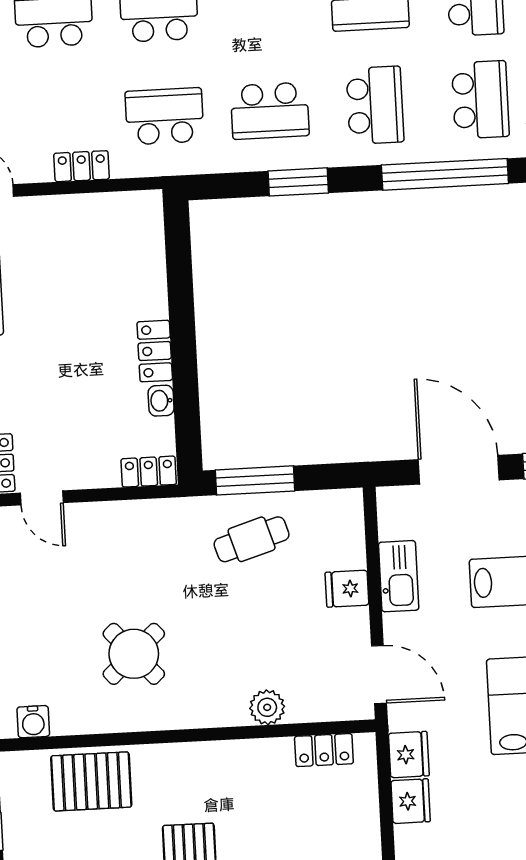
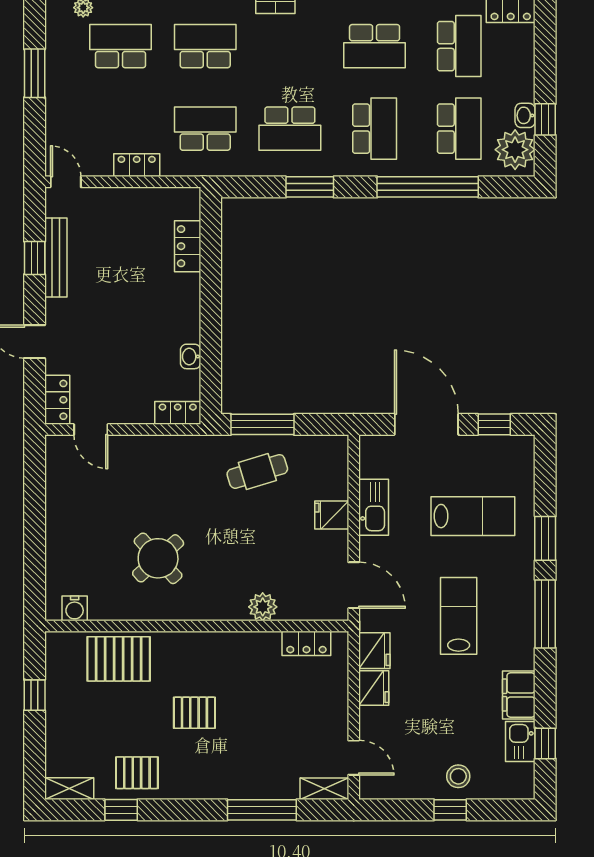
locker: (155, 351) -> (188, 246), moved

